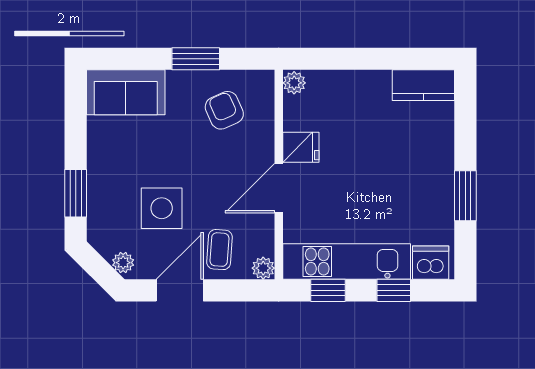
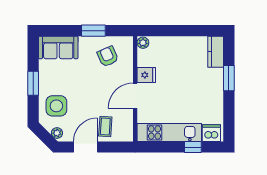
kitchen counter: (423, 85) -> (216, 52), moved, turned 90
window: (76, 193) -> (33, 83), moved
window: (465, 196) -> (229, 78), moved
side table: (162, 208) -> (56, 106), moved
plant: (263, 268) -> (127, 136), removed
window: (328, 290) -> (160, 147), removed

